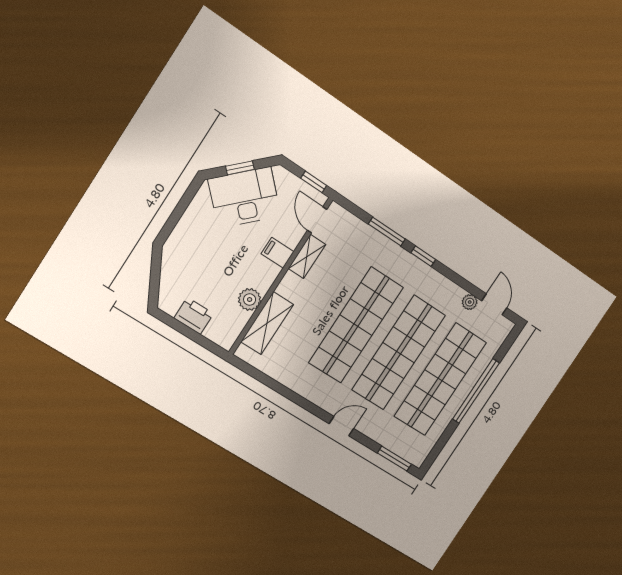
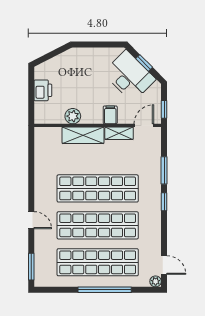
plant: (470, 302) -> (156, 281), moved
door: (494, 304) -> (164, 265), hinge flipped
shelving: (267, 323) -> (83, 135), moved

